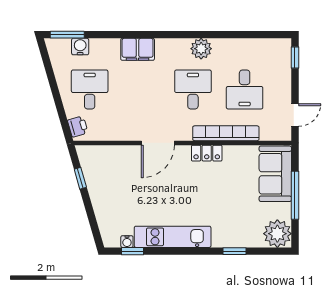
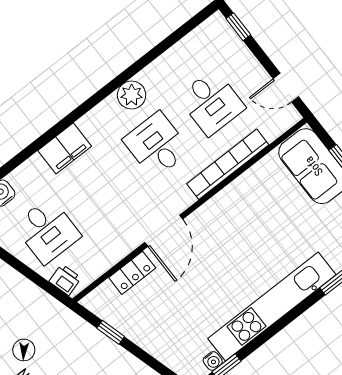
desk: (90, 89) -> (47, 231), turned 180
door: (295, 115) -> (286, 88), swing flipped
locker: (207, 153) -> (132, 273), moved
kitchen unit: (173, 237) -> (272, 307), width x1.36

